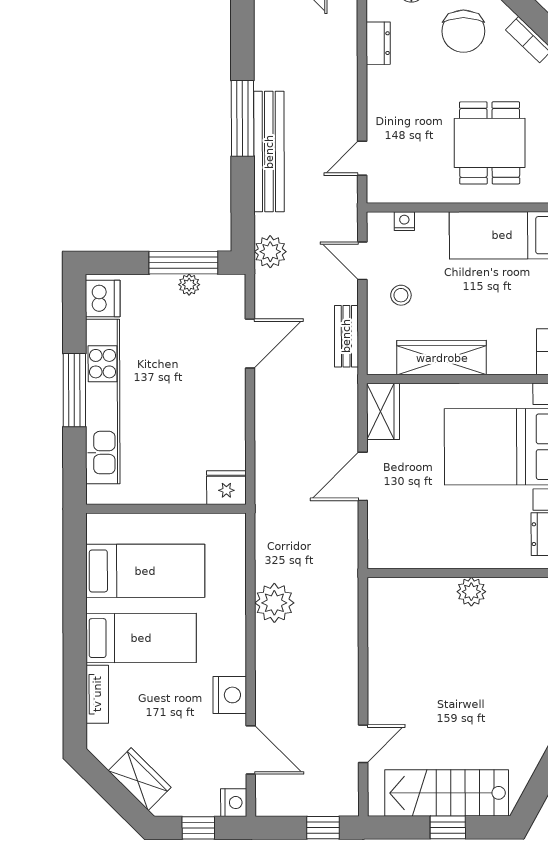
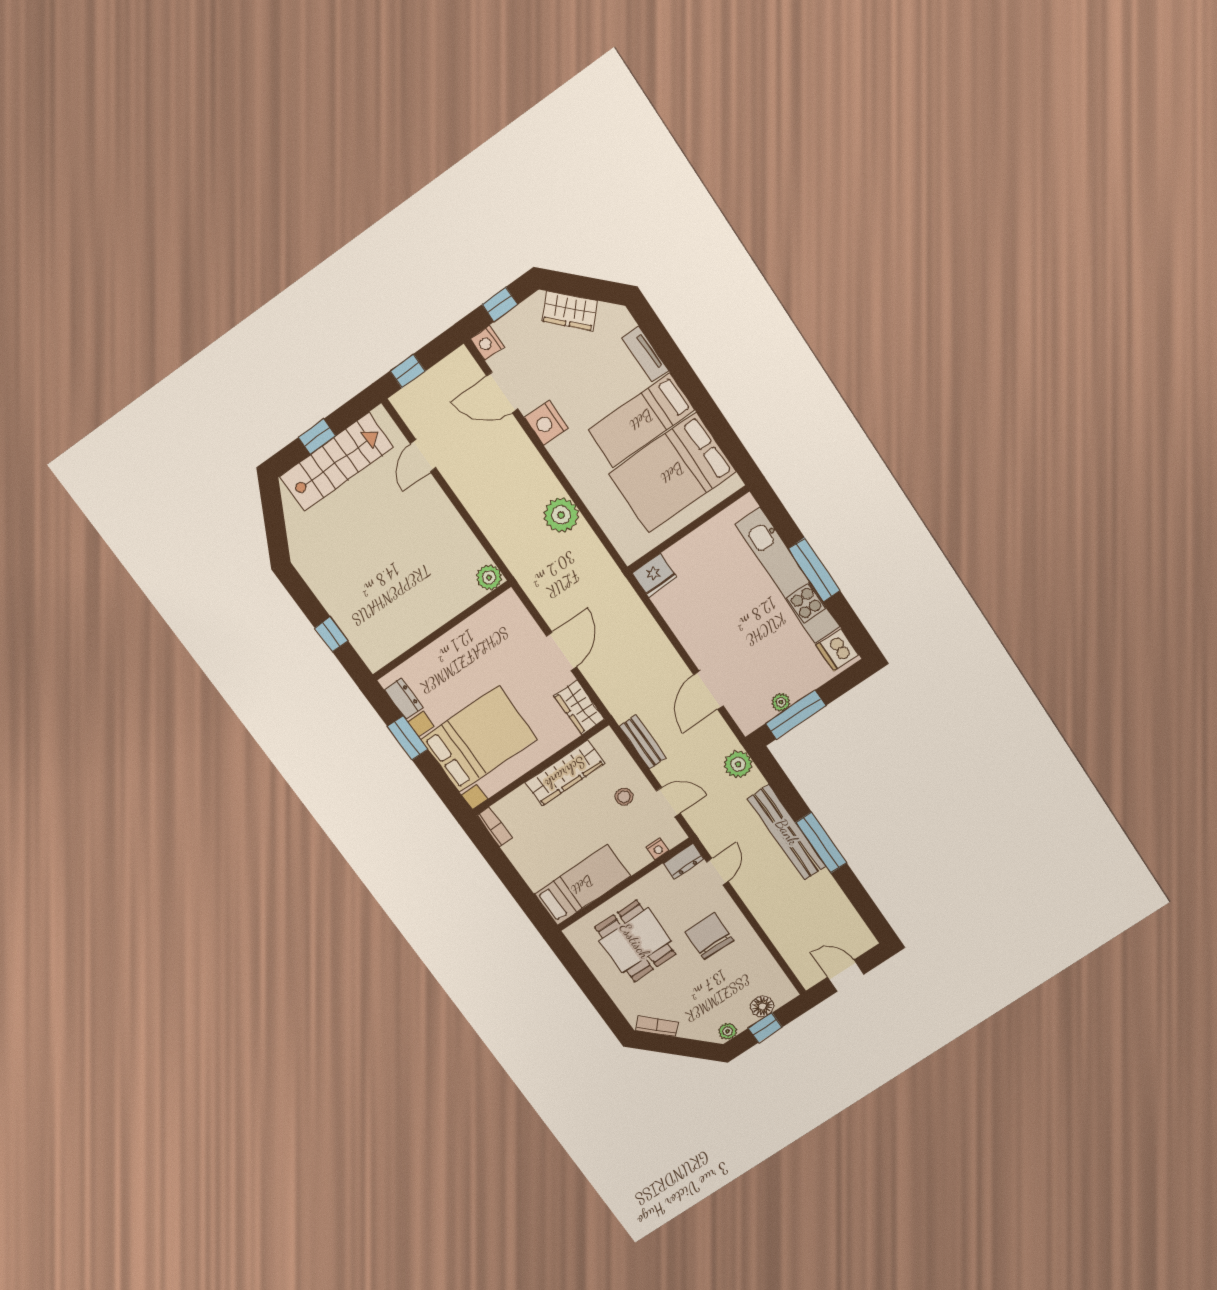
chair: (463, 31) -> (709, 936), moved
dresser: (378, 43) -> (684, 861), moved, turned -90
bed: (145, 571) -> (672, 473), width x1.50
plant: (471, 592) -> (489, 577), moved

